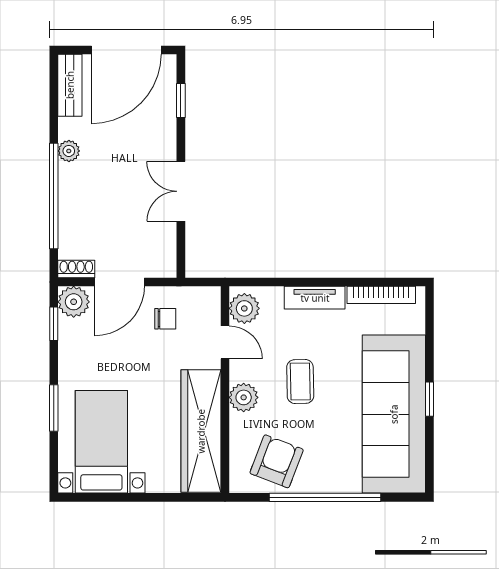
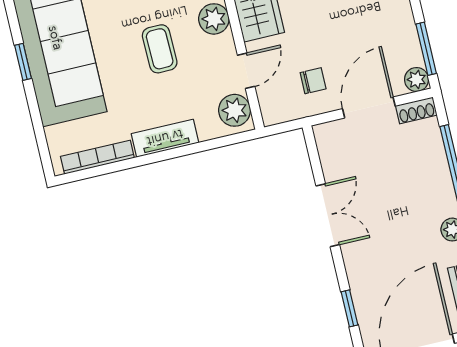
plant: (74, 302) -> (417, 79), width x0.73, depth x0.73
chair: (165, 319) -> (313, 81), turned 180
window: (54, 324) -> (426, 49), width x1.50
door: (225, 342) -> (246, 71), swing flipped

